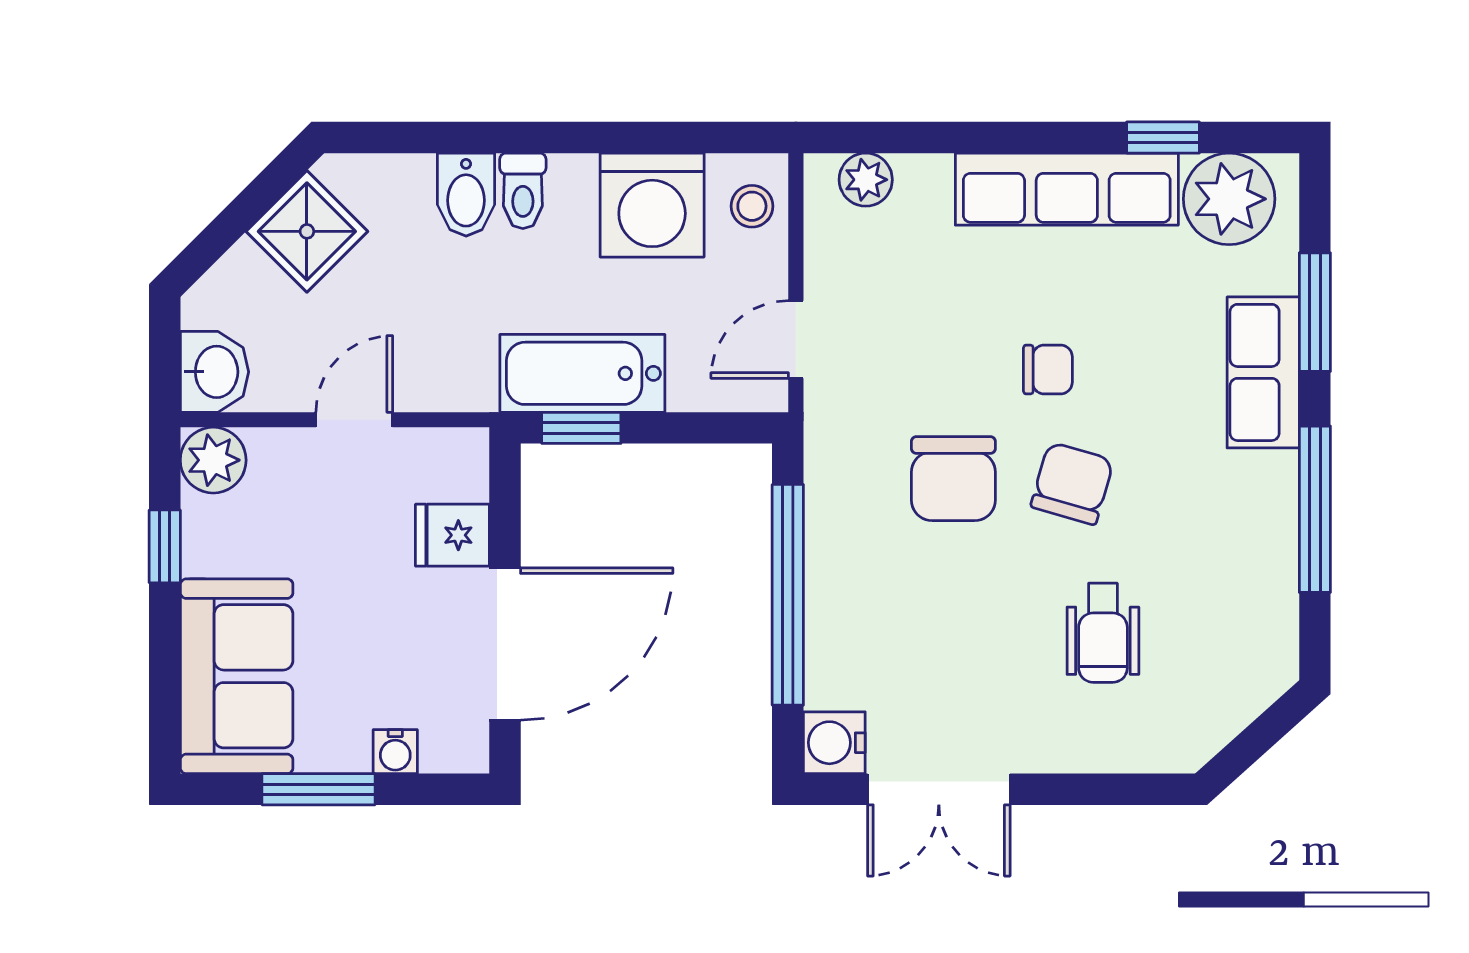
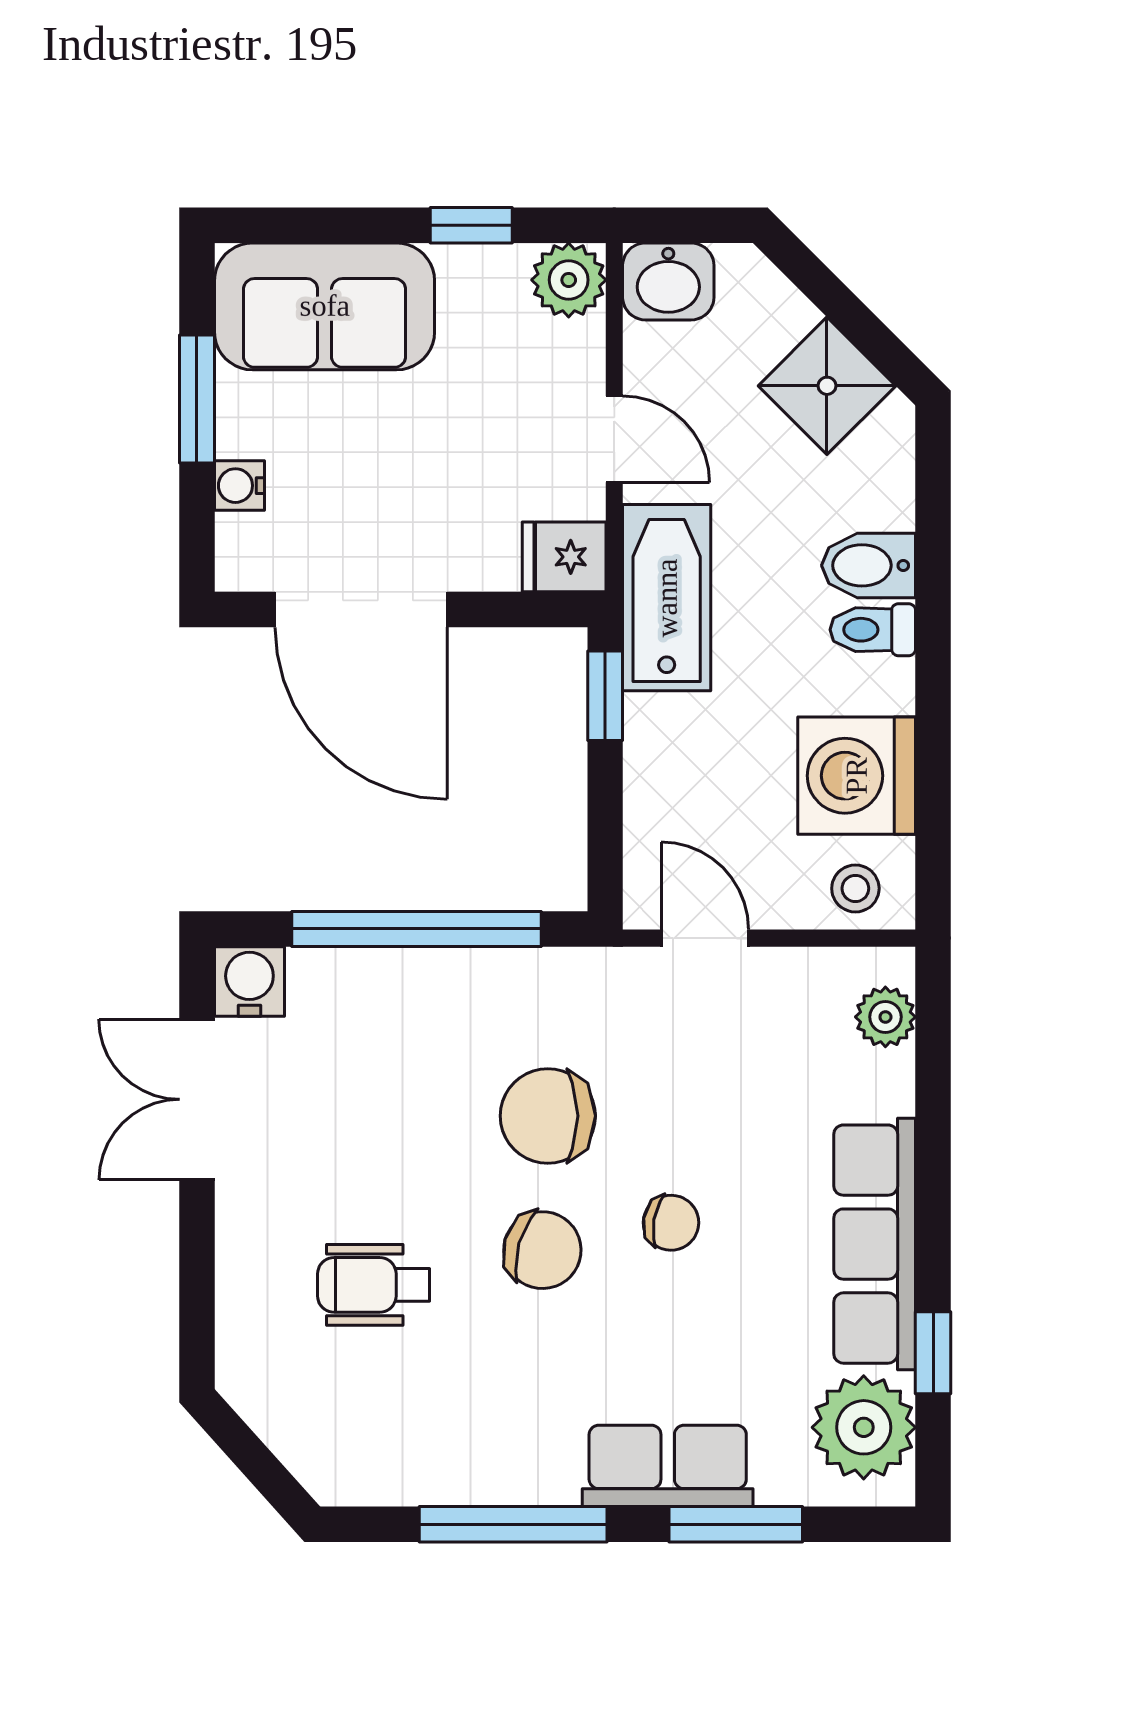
chair: (1048, 369) -> (671, 1223), turned -80
bathtub: (582, 373) -> (667, 598), moved
fridge: (452, 535) -> (564, 557), moved, turned -90

